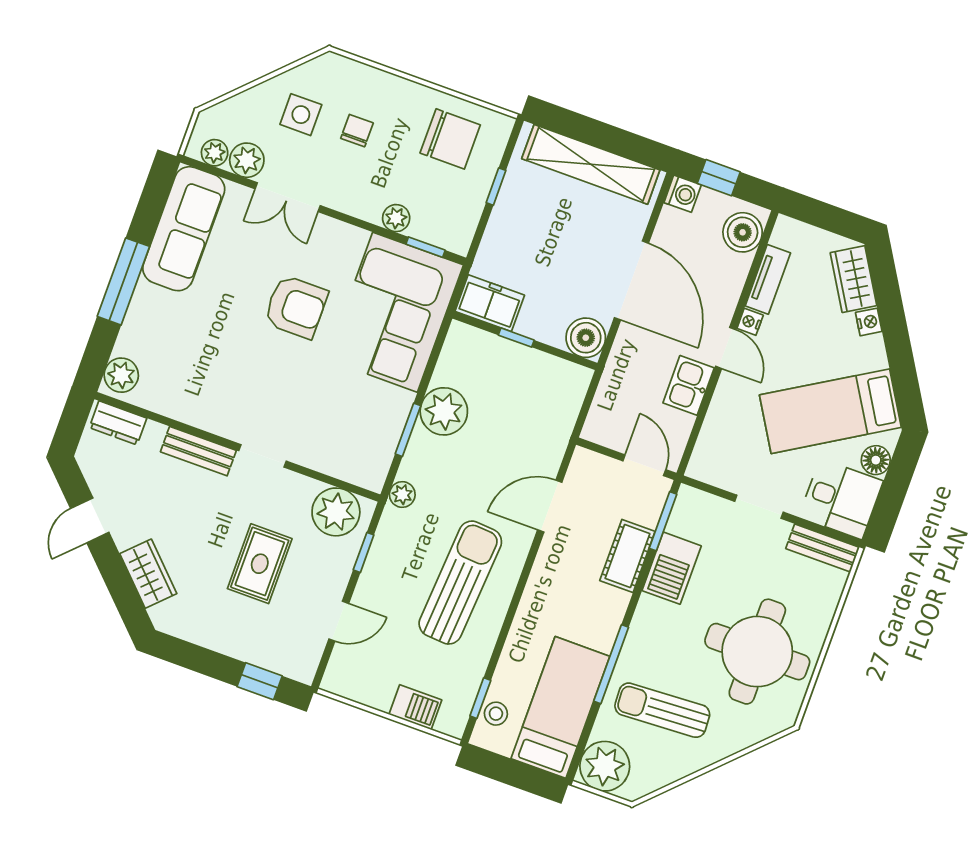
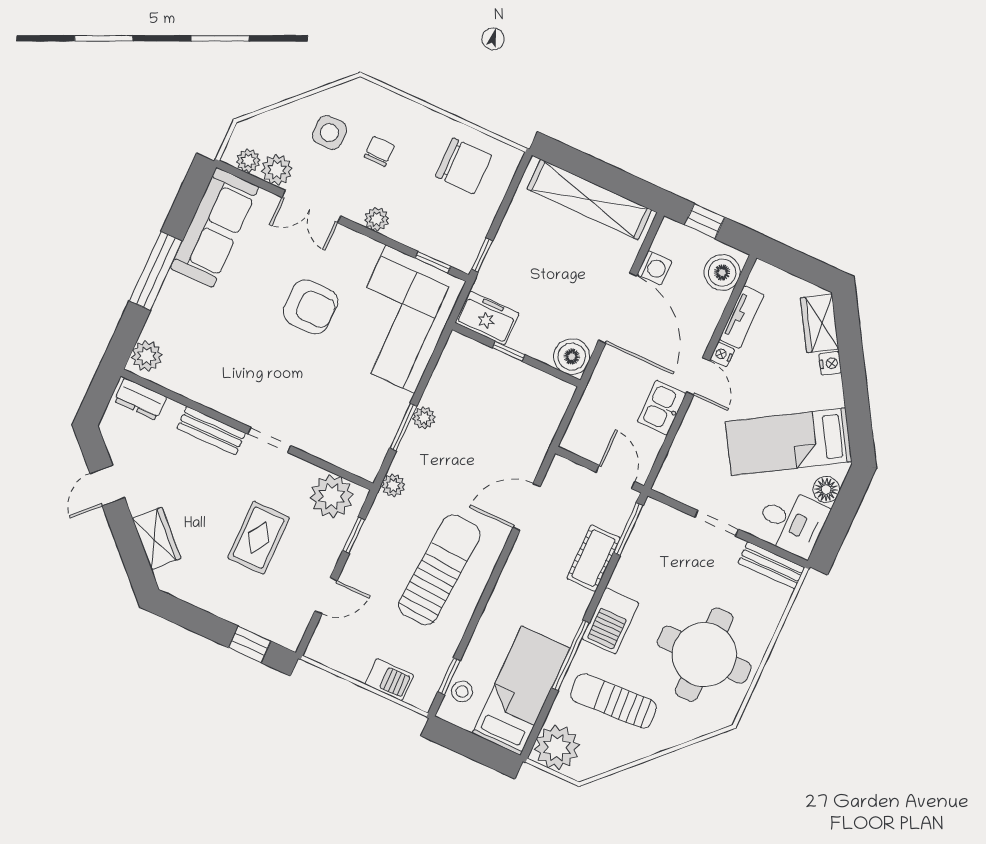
window: (496, 187) -> (482, 255), moved
washing machine: (683, 194) -> (655, 268), moved
plant: (396, 218) -> (377, 219), moved
plant: (444, 411) -> (424, 418), width x0.53, depth x0.53
barbecue: (672, 568) -> (610, 621), moved

